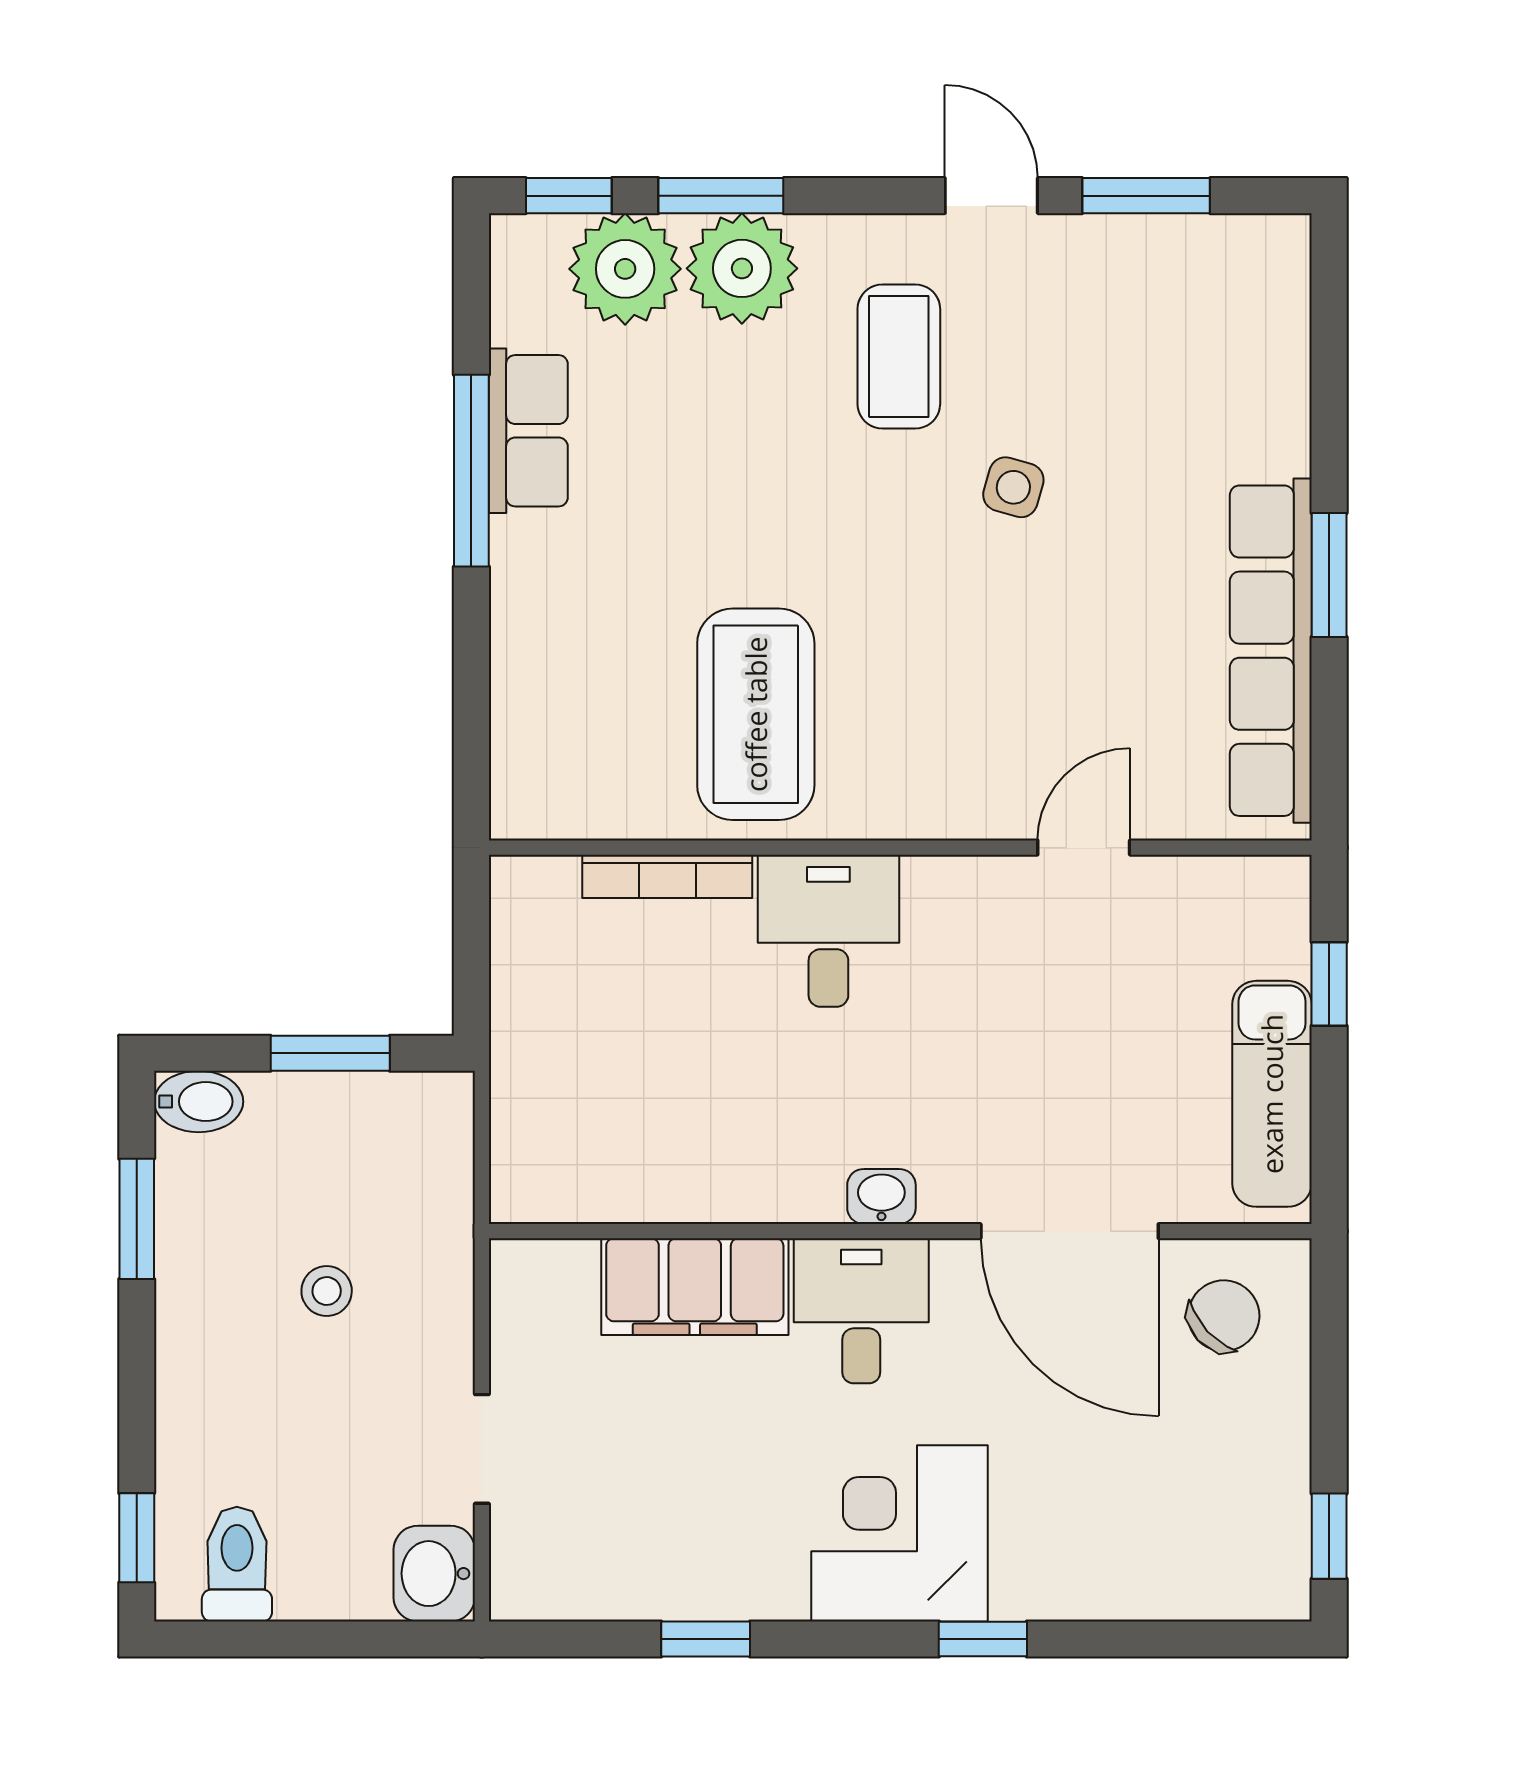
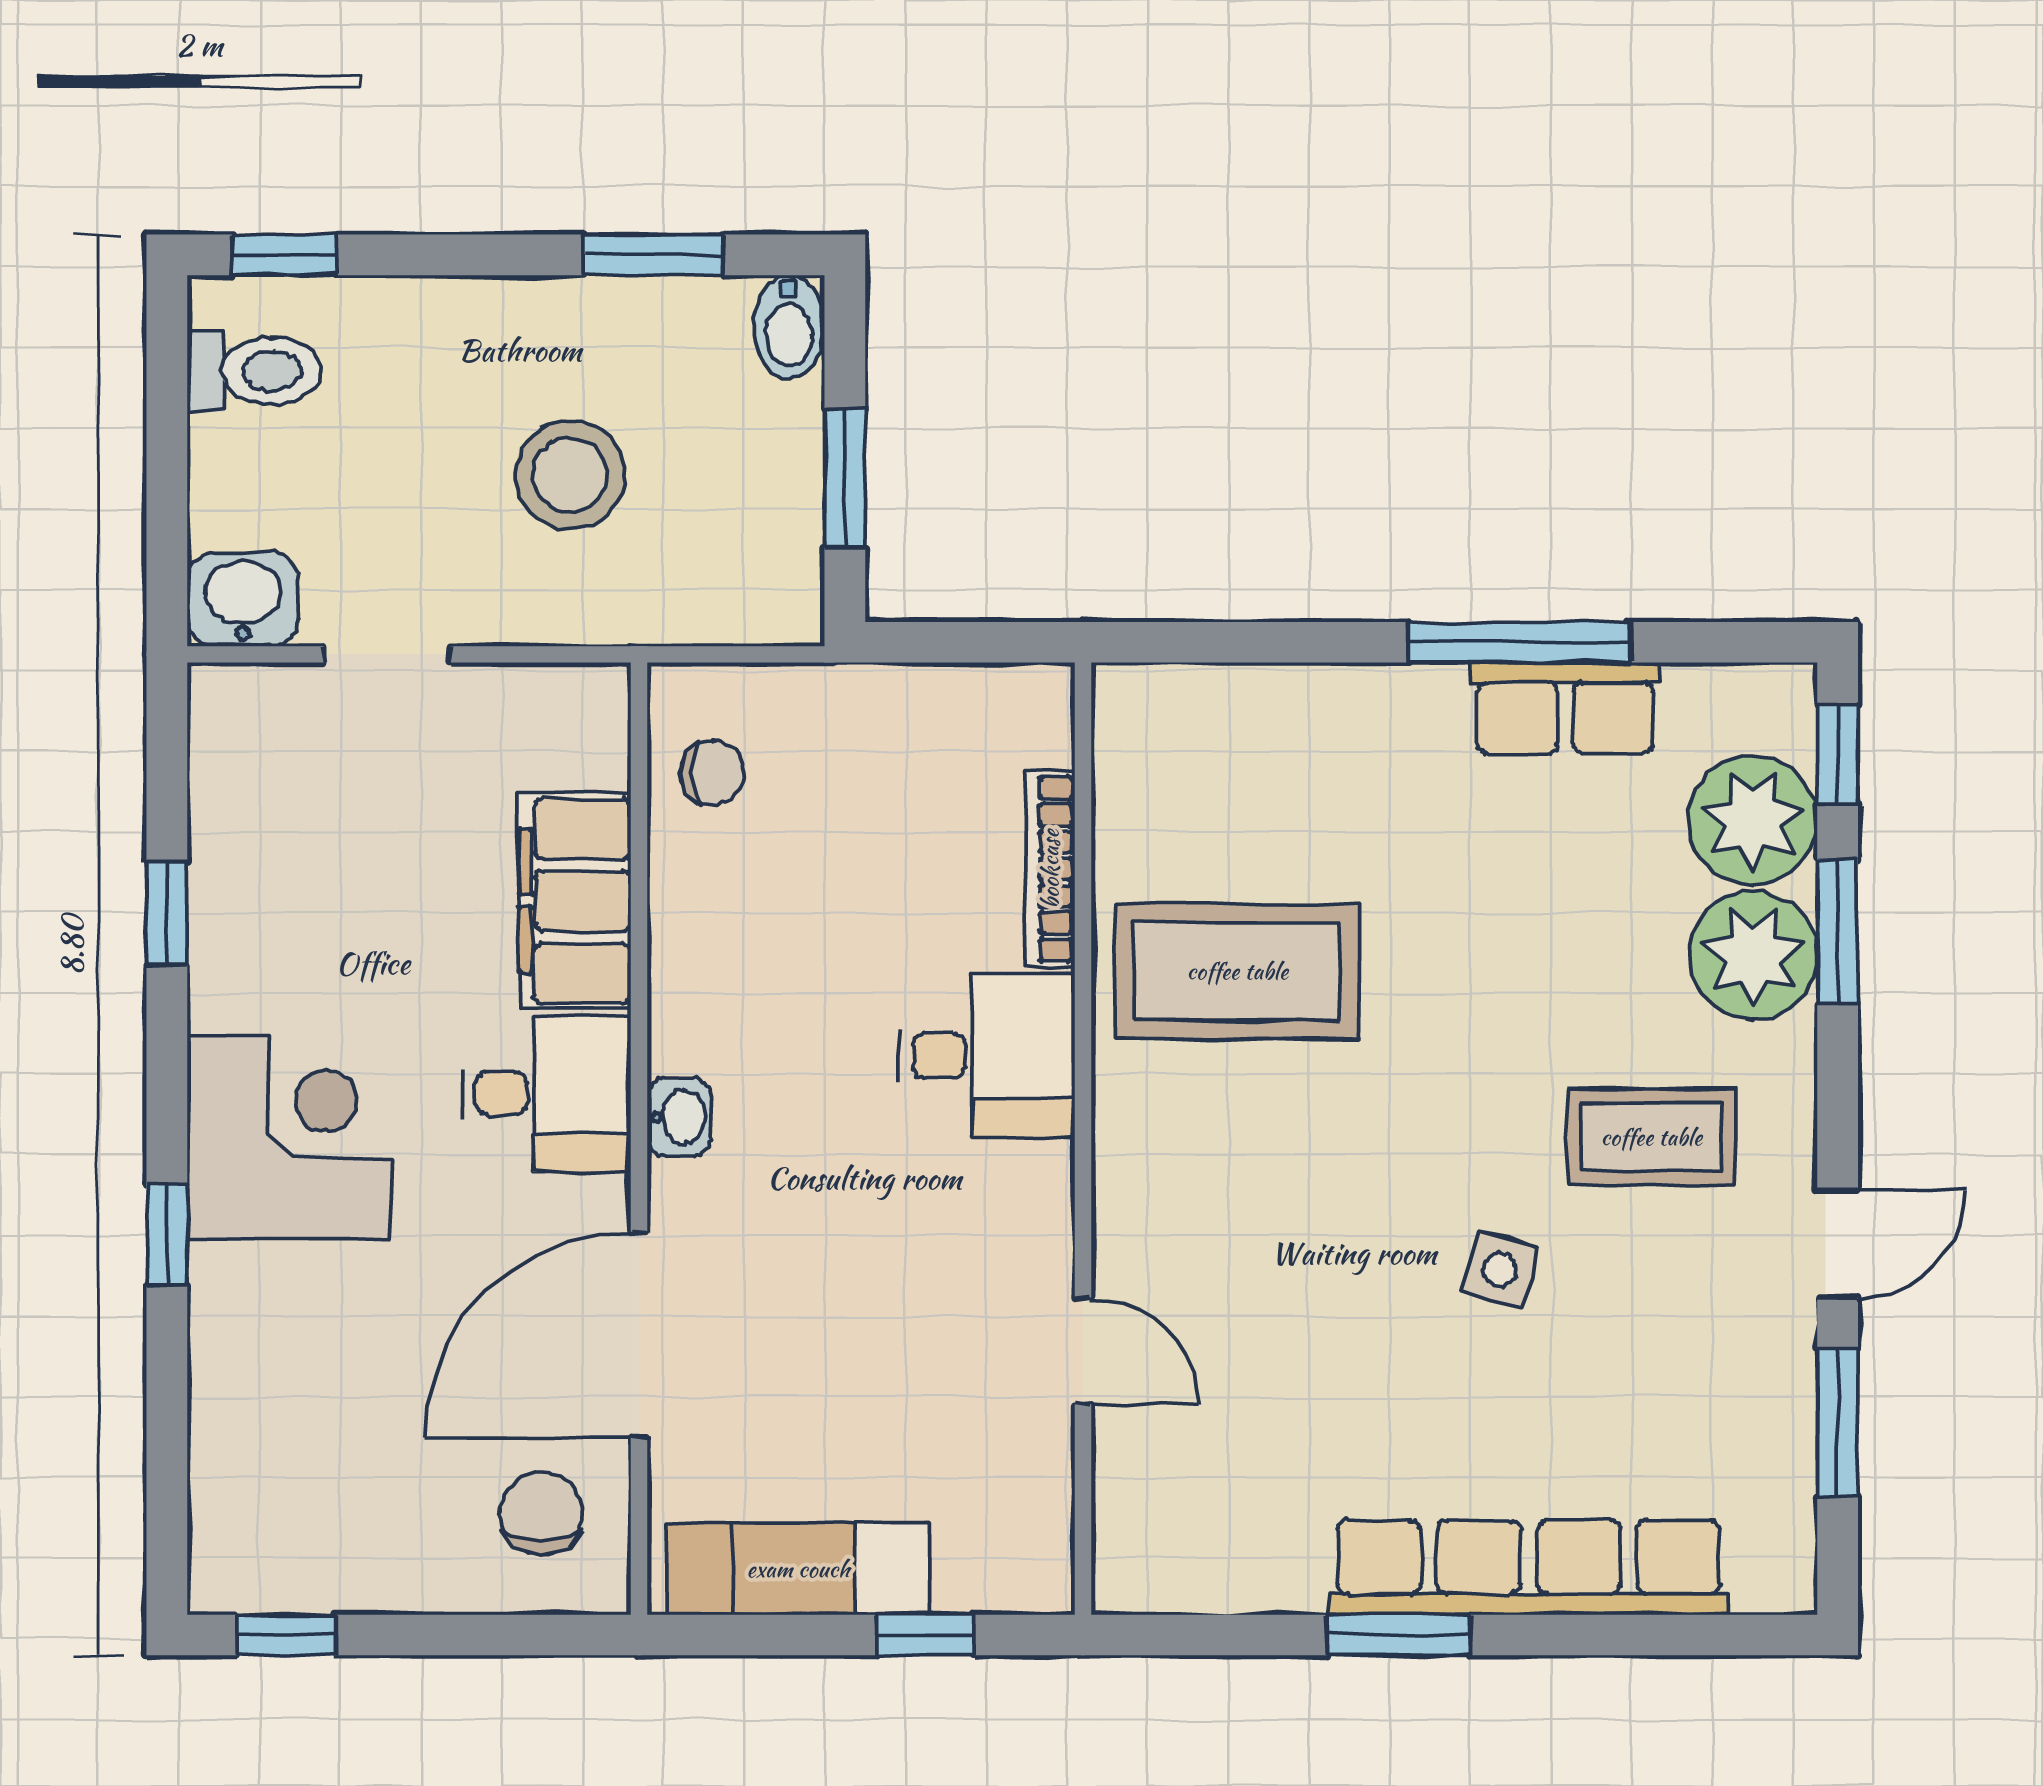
row of seats: (1271, 651) -> (1529, 1567), moved
chair: (584, 1168) -> (712, 773), added
stool: (327, 1291) -> (570, 475), width x1.89, depth x1.89
chair: (1224, 1316) -> (541, 1513), turned -137

